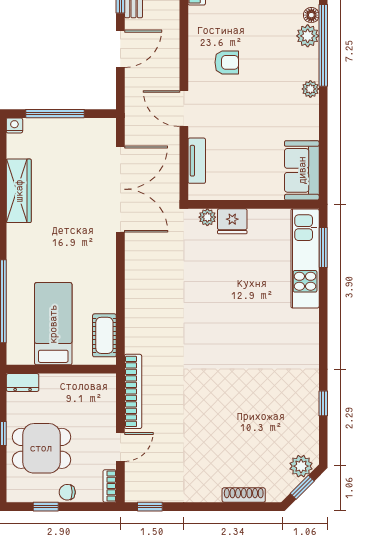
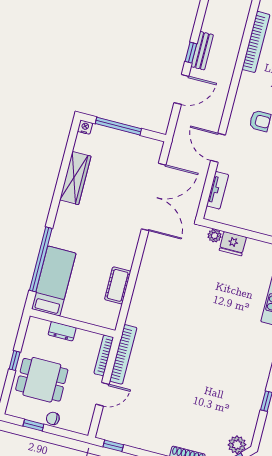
bed: (53, 324) -> (54, 281), moved
cot: (104, 335) -> (118, 285), moved
dresser: (23, 383) -> (62, 331), moved
bookcase: (110, 486) -> (104, 355), moved, width x1.56

